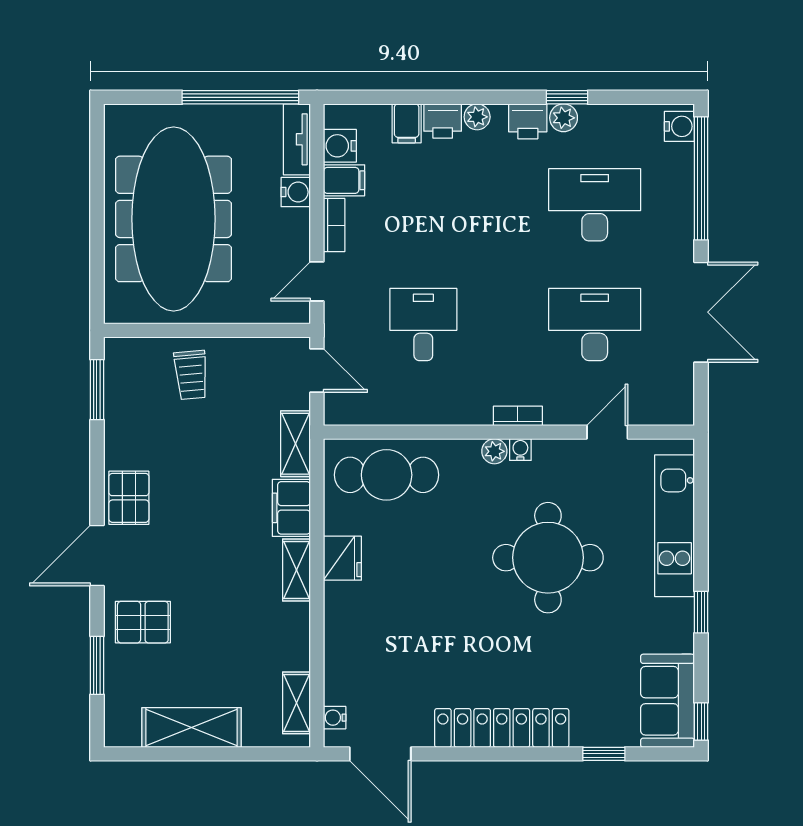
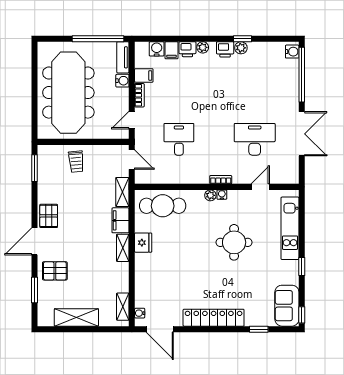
water cooler: (340, 146) -> (157, 49), moved, turned 90
desk: (595, 205) -> (255, 86), removed
round table: (548, 558) -> (234, 242), width x0.73, depth x0.73

